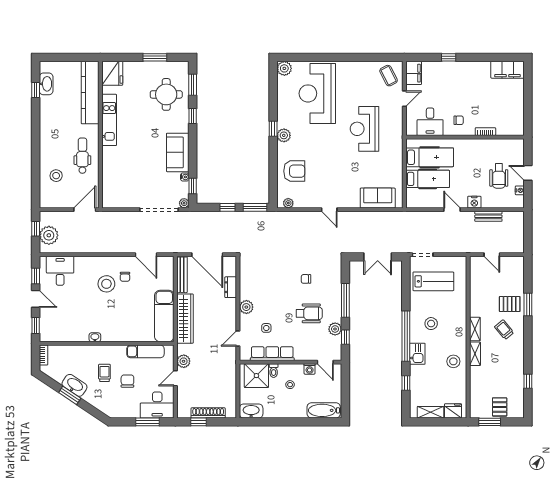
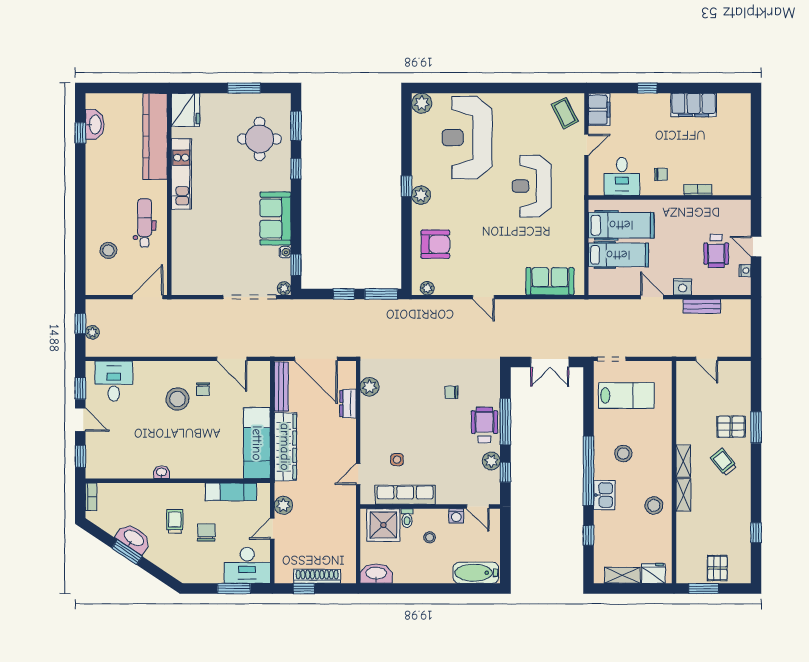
filing cabinet: (507, 70) -> (694, 105), moved
plant: (49, 235) -> (92, 332), width x0.53, depth x0.53
plant: (246, 307) -> (370, 387), moved
wheelchair: (309, 313) -> (484, 425), moved, turned -90

